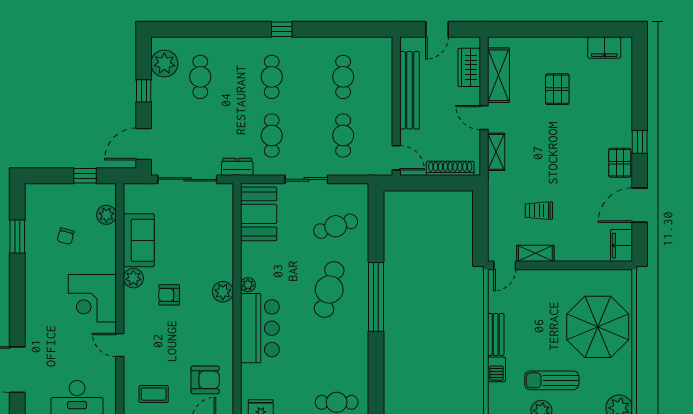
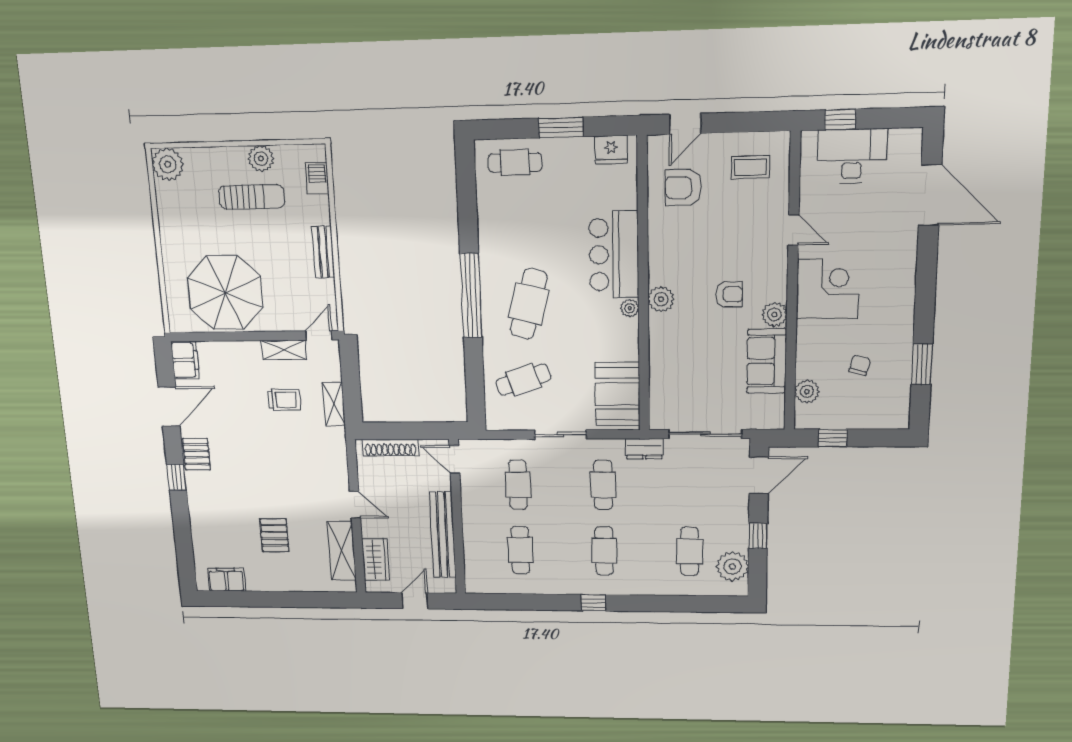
shelving: (496, 152) -> (334, 404), moved
parasol: (598, 327) -> (225, 293), moved
barbecue: (497, 369) -> (317, 178), moved

